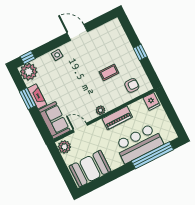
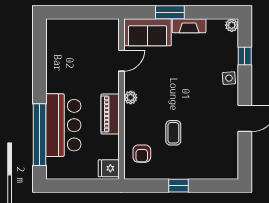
window: (28, 58) -> (245, 56), moved
plant: (29, 72) -> (232, 25), width x0.53, depth x0.53
window: (28, 99) -> (170, 12), moved
plant: (64, 147) -> (107, 28), removed
booth: (90, 169) -> (63, 47), removed

